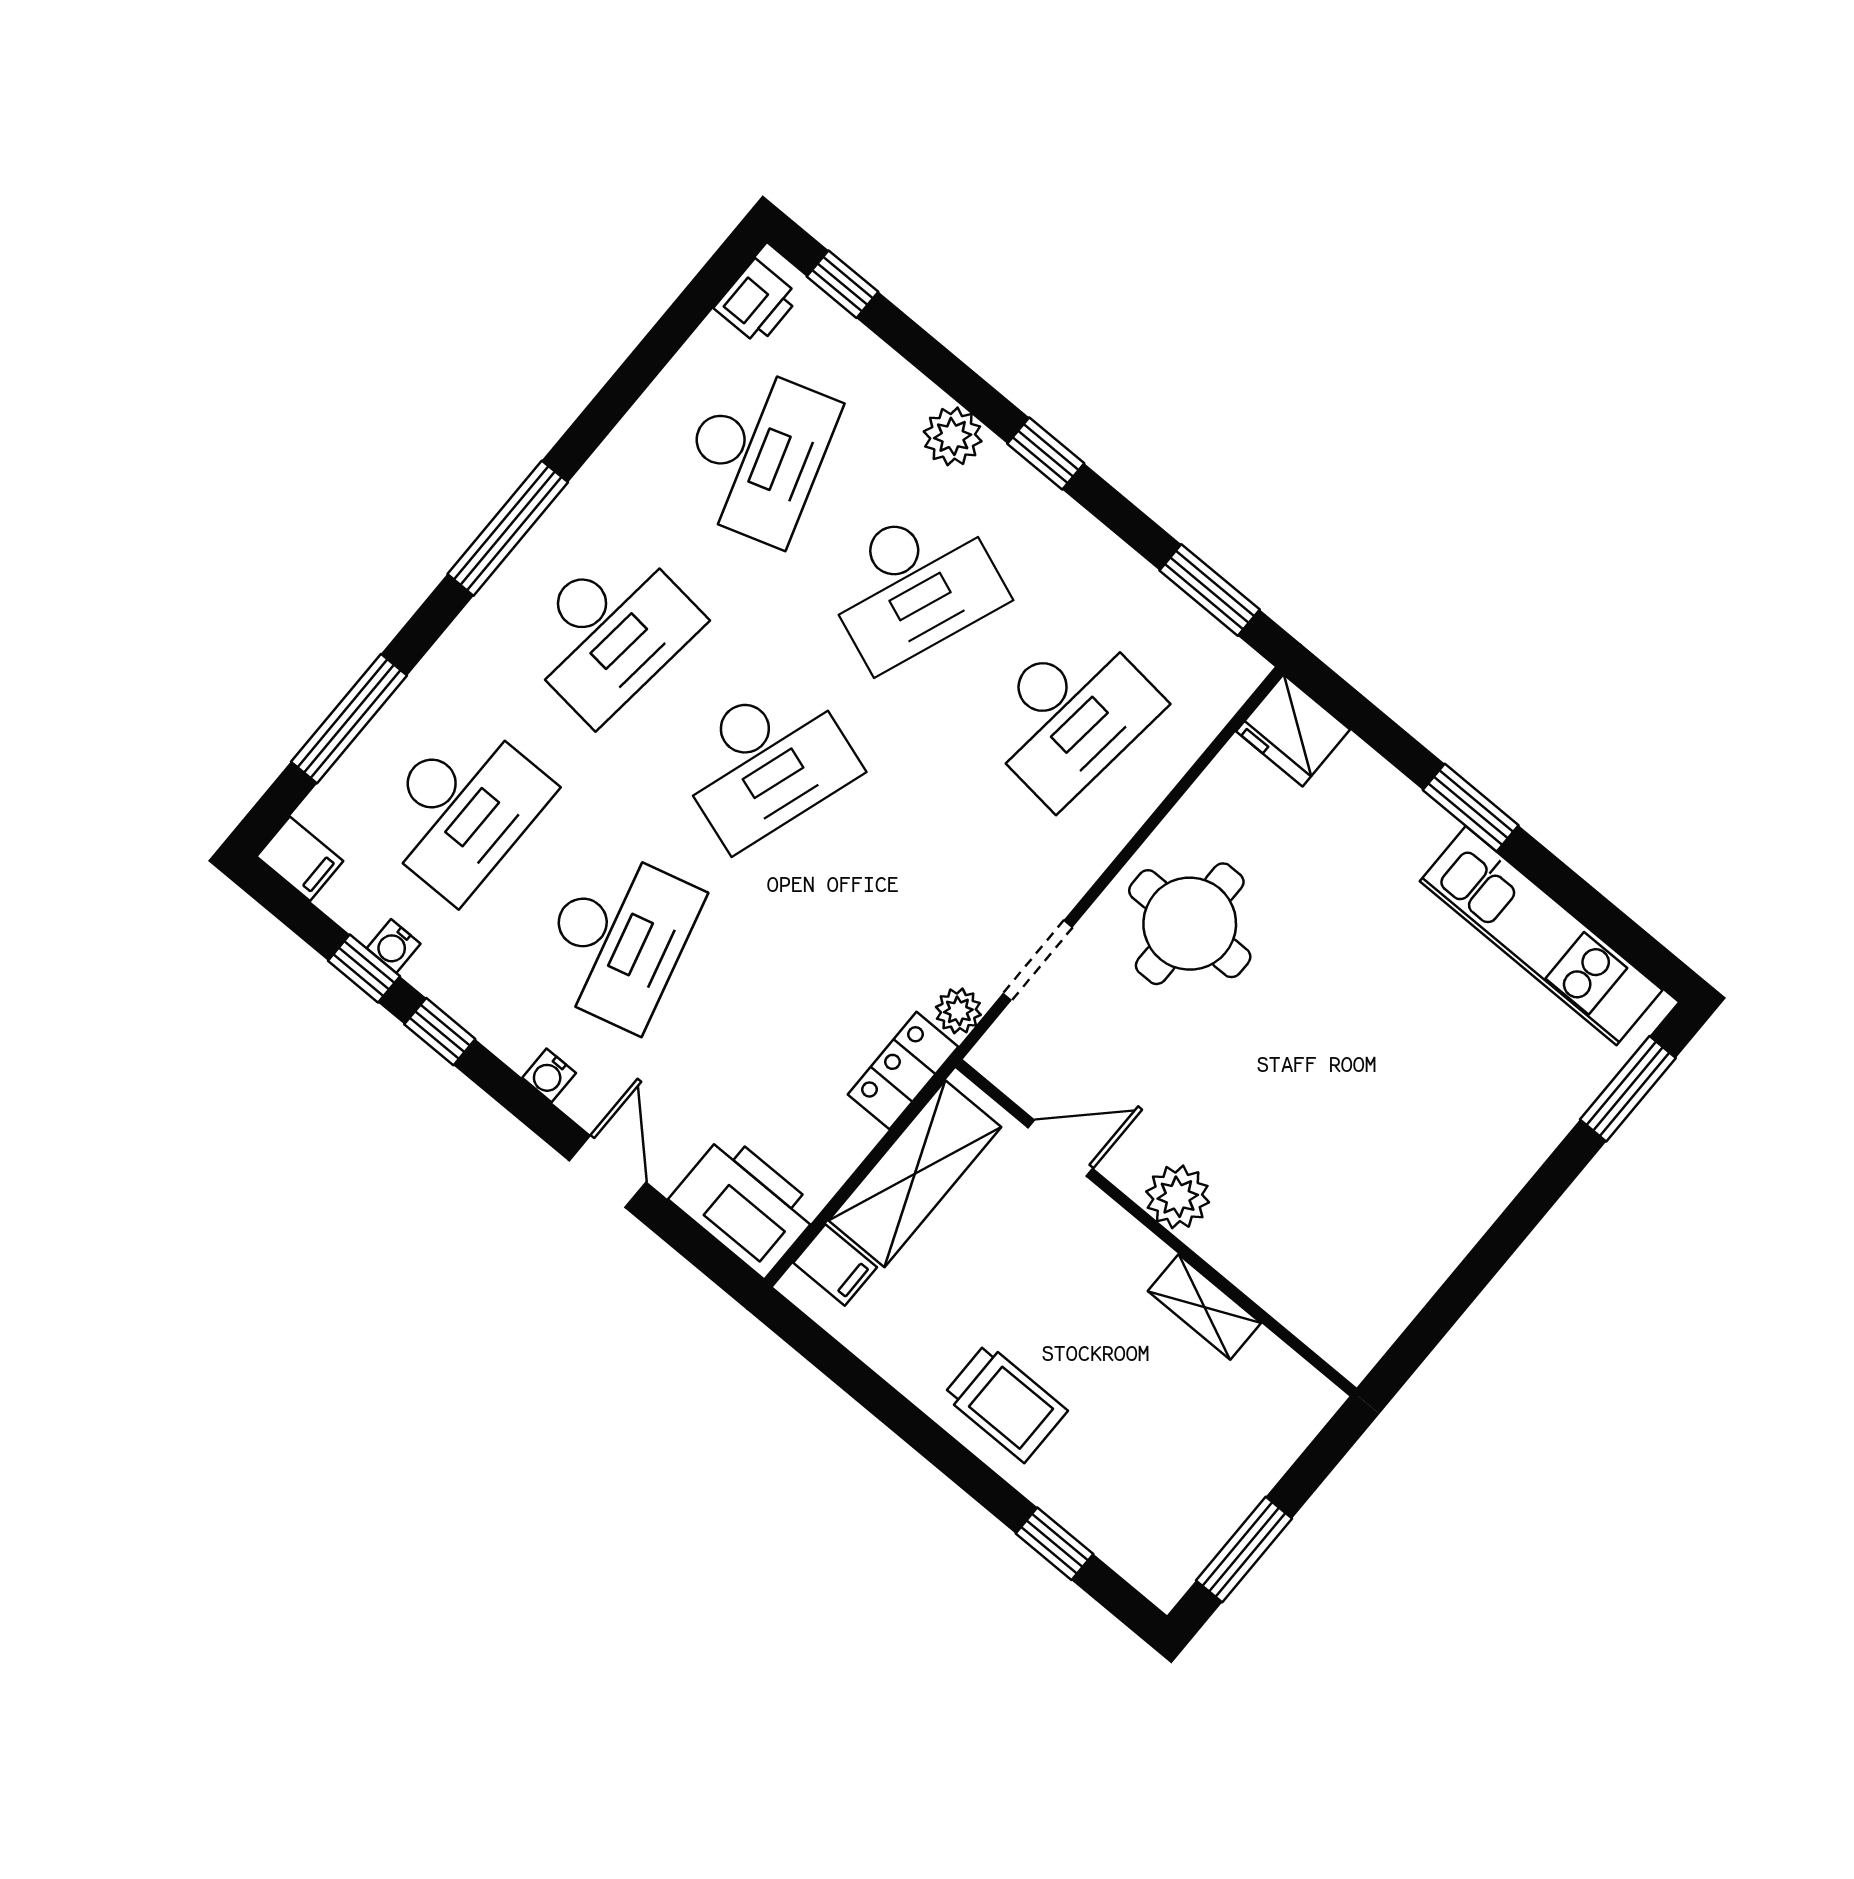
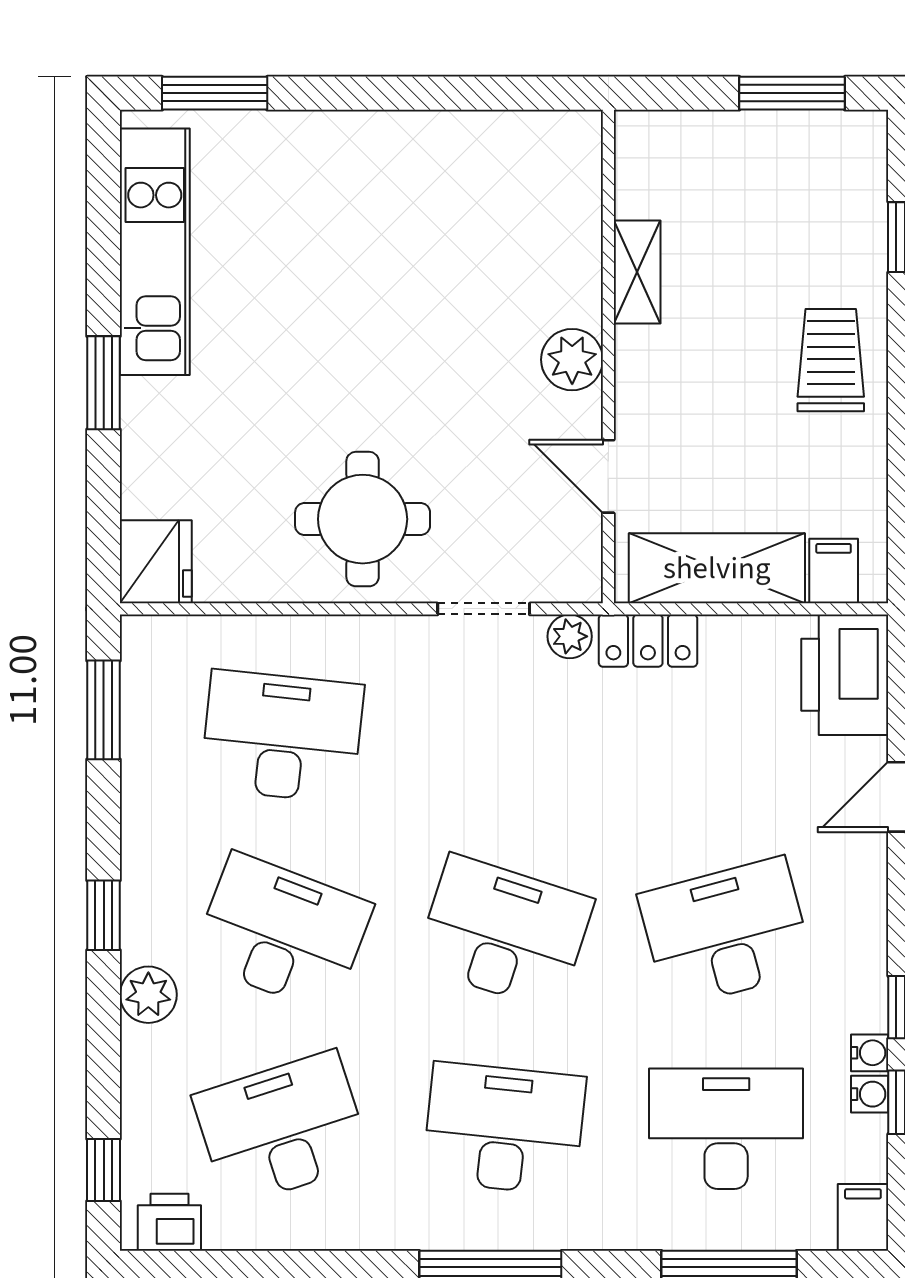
water cooler: (549, 1075) -> (870, 1053), moved

